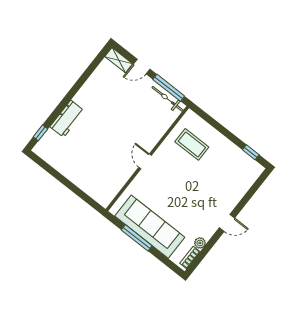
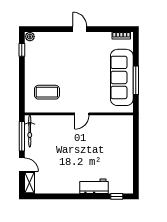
coffee table: (192, 144) -> (47, 92), turned 90
plant: (200, 243) -> (30, 37), moved

